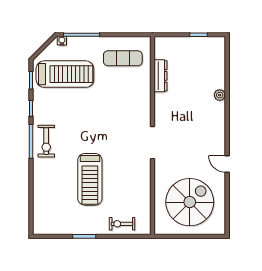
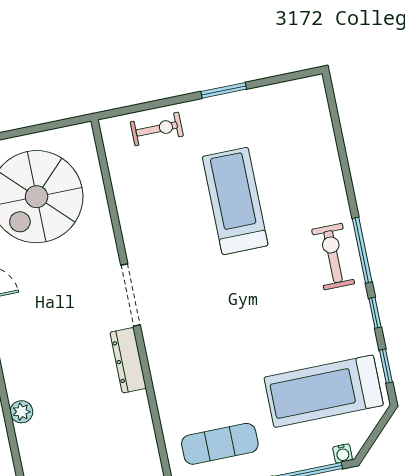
dresser: (160, 76) -> (128, 360), moved

